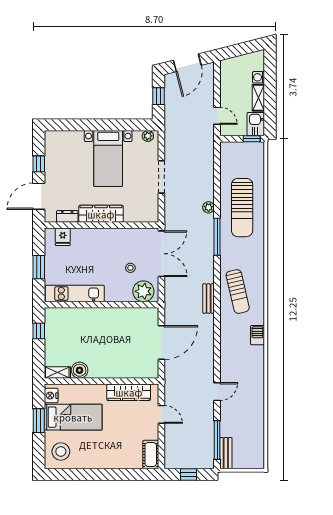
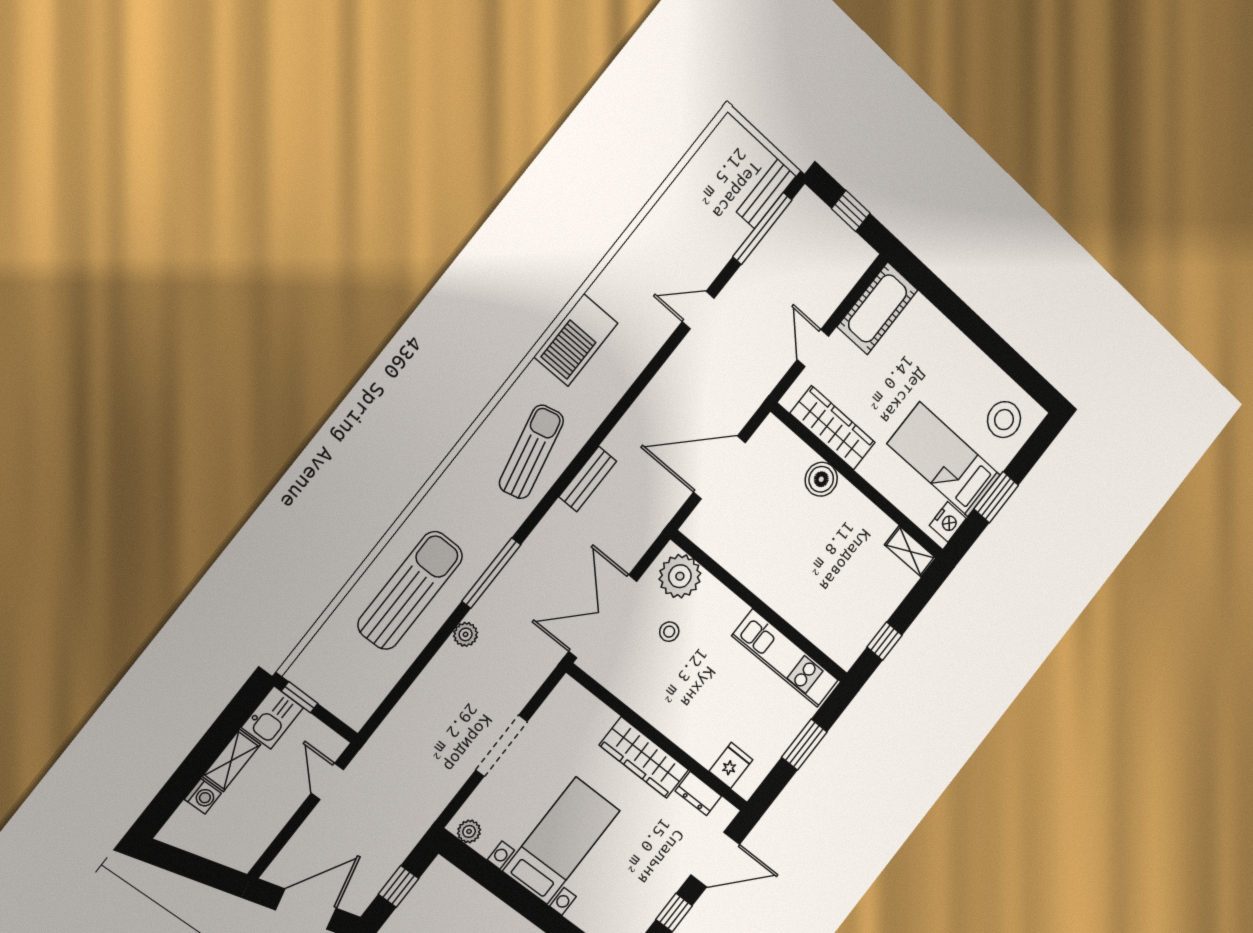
barbecue: (257, 335) -> (576, 340), width x1.88, depth x1.53
boiler: (80, 370) -> (821, 479), moved
cot: (151, 455) -> (878, 308), width x1.37, depth x1.34

